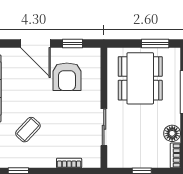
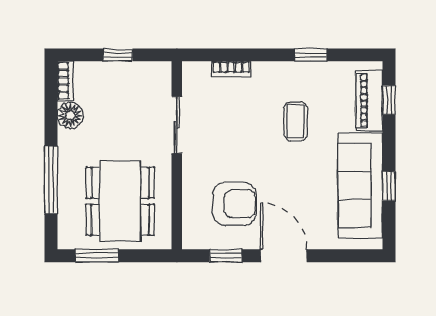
armchair: (67, 77) -> (235, 204), turned 90
coffee table: (28, 130) -> (296, 121), turned -43

